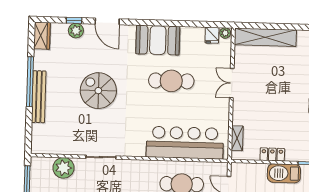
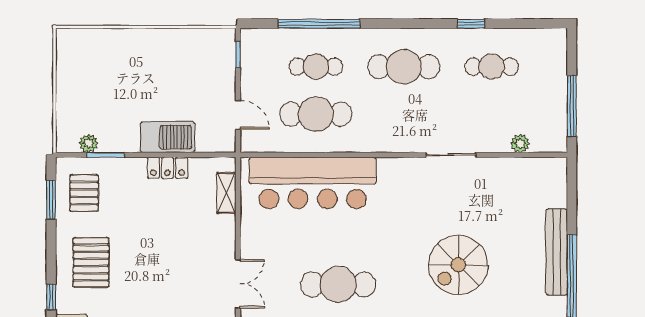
spiral stairs: (98, 91) -> (458, 265), turned 90
plant: (64, 168) -> (520, 143), width x0.53, depth x0.53
barbecue: (284, 173) -> (167, 137), moved

